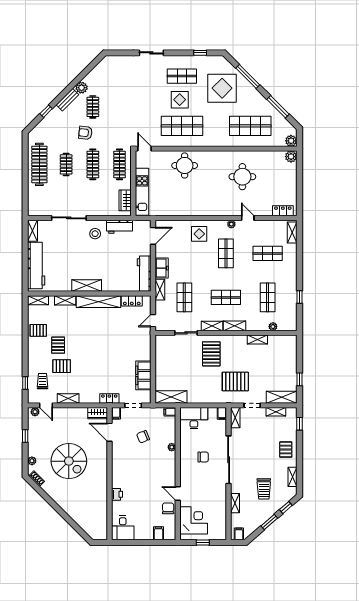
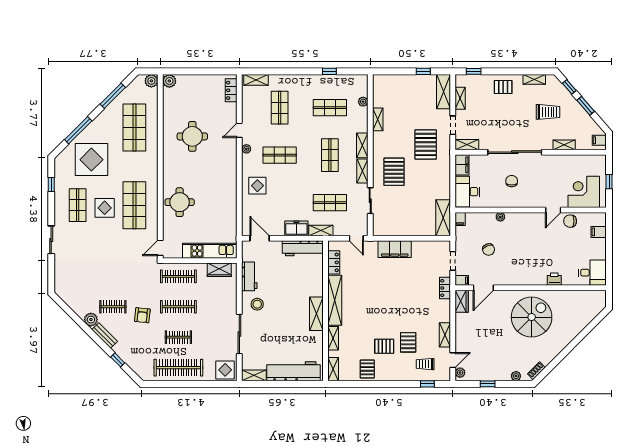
display table: (37, 205) -> (225, 370), added
pallet: (211, 354) -> (394, 172), turned 90
filing cabinet: (143, 375) -> (395, 249), moved
filing cabinet: (222, 413) -> (462, 165), width x2.00
spiral stairs: (69, 461) -> (532, 317), moved

